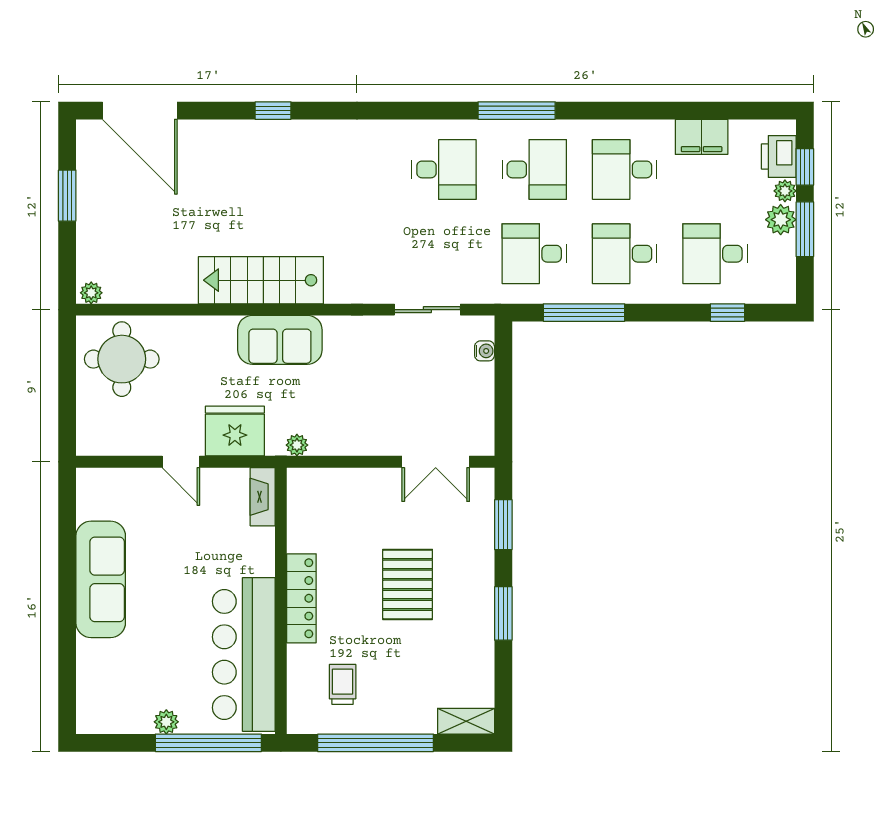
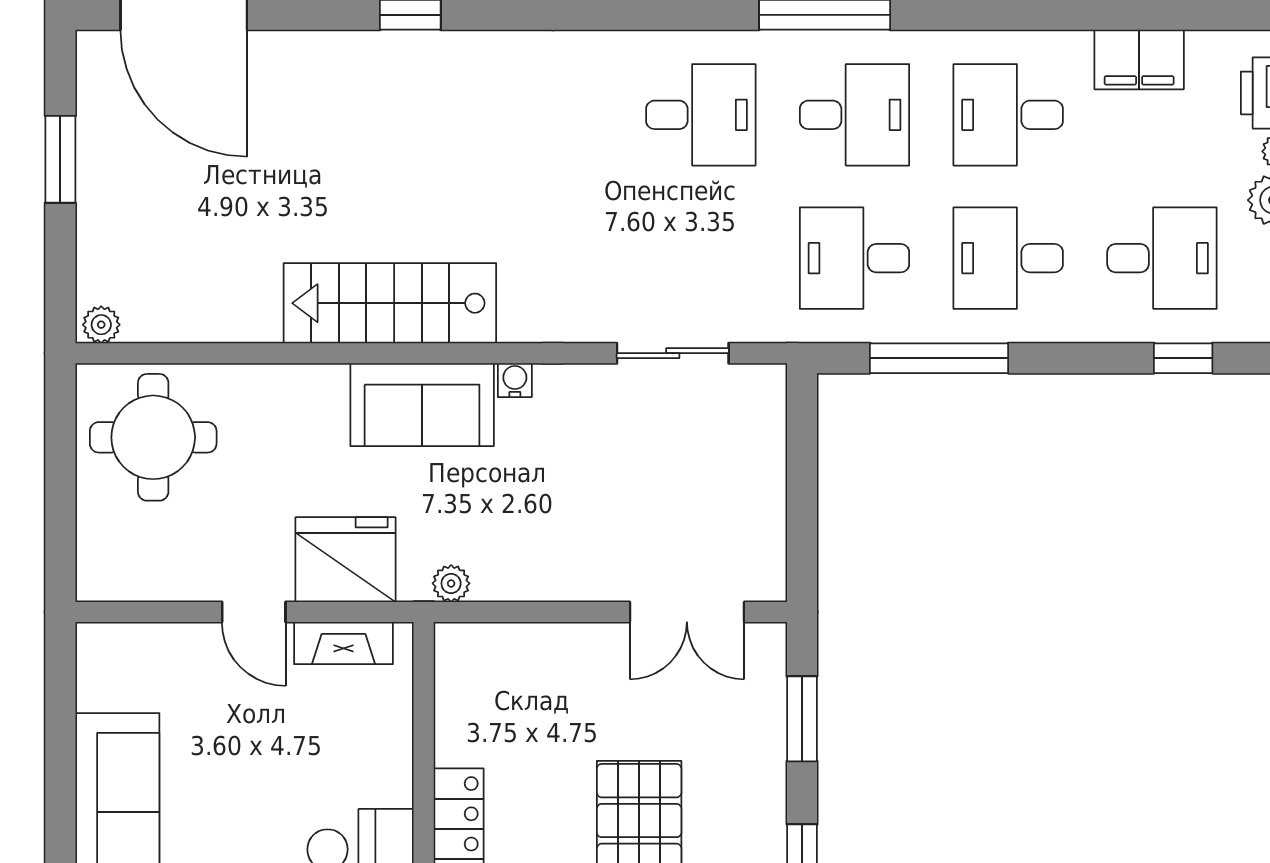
desk: (715, 254) -> (1162, 258), turned 180
water cooler: (485, 351) -> (515, 380), moved, turned -90
fireplace: (263, 497) -> (343, 643), moved, turned -90

